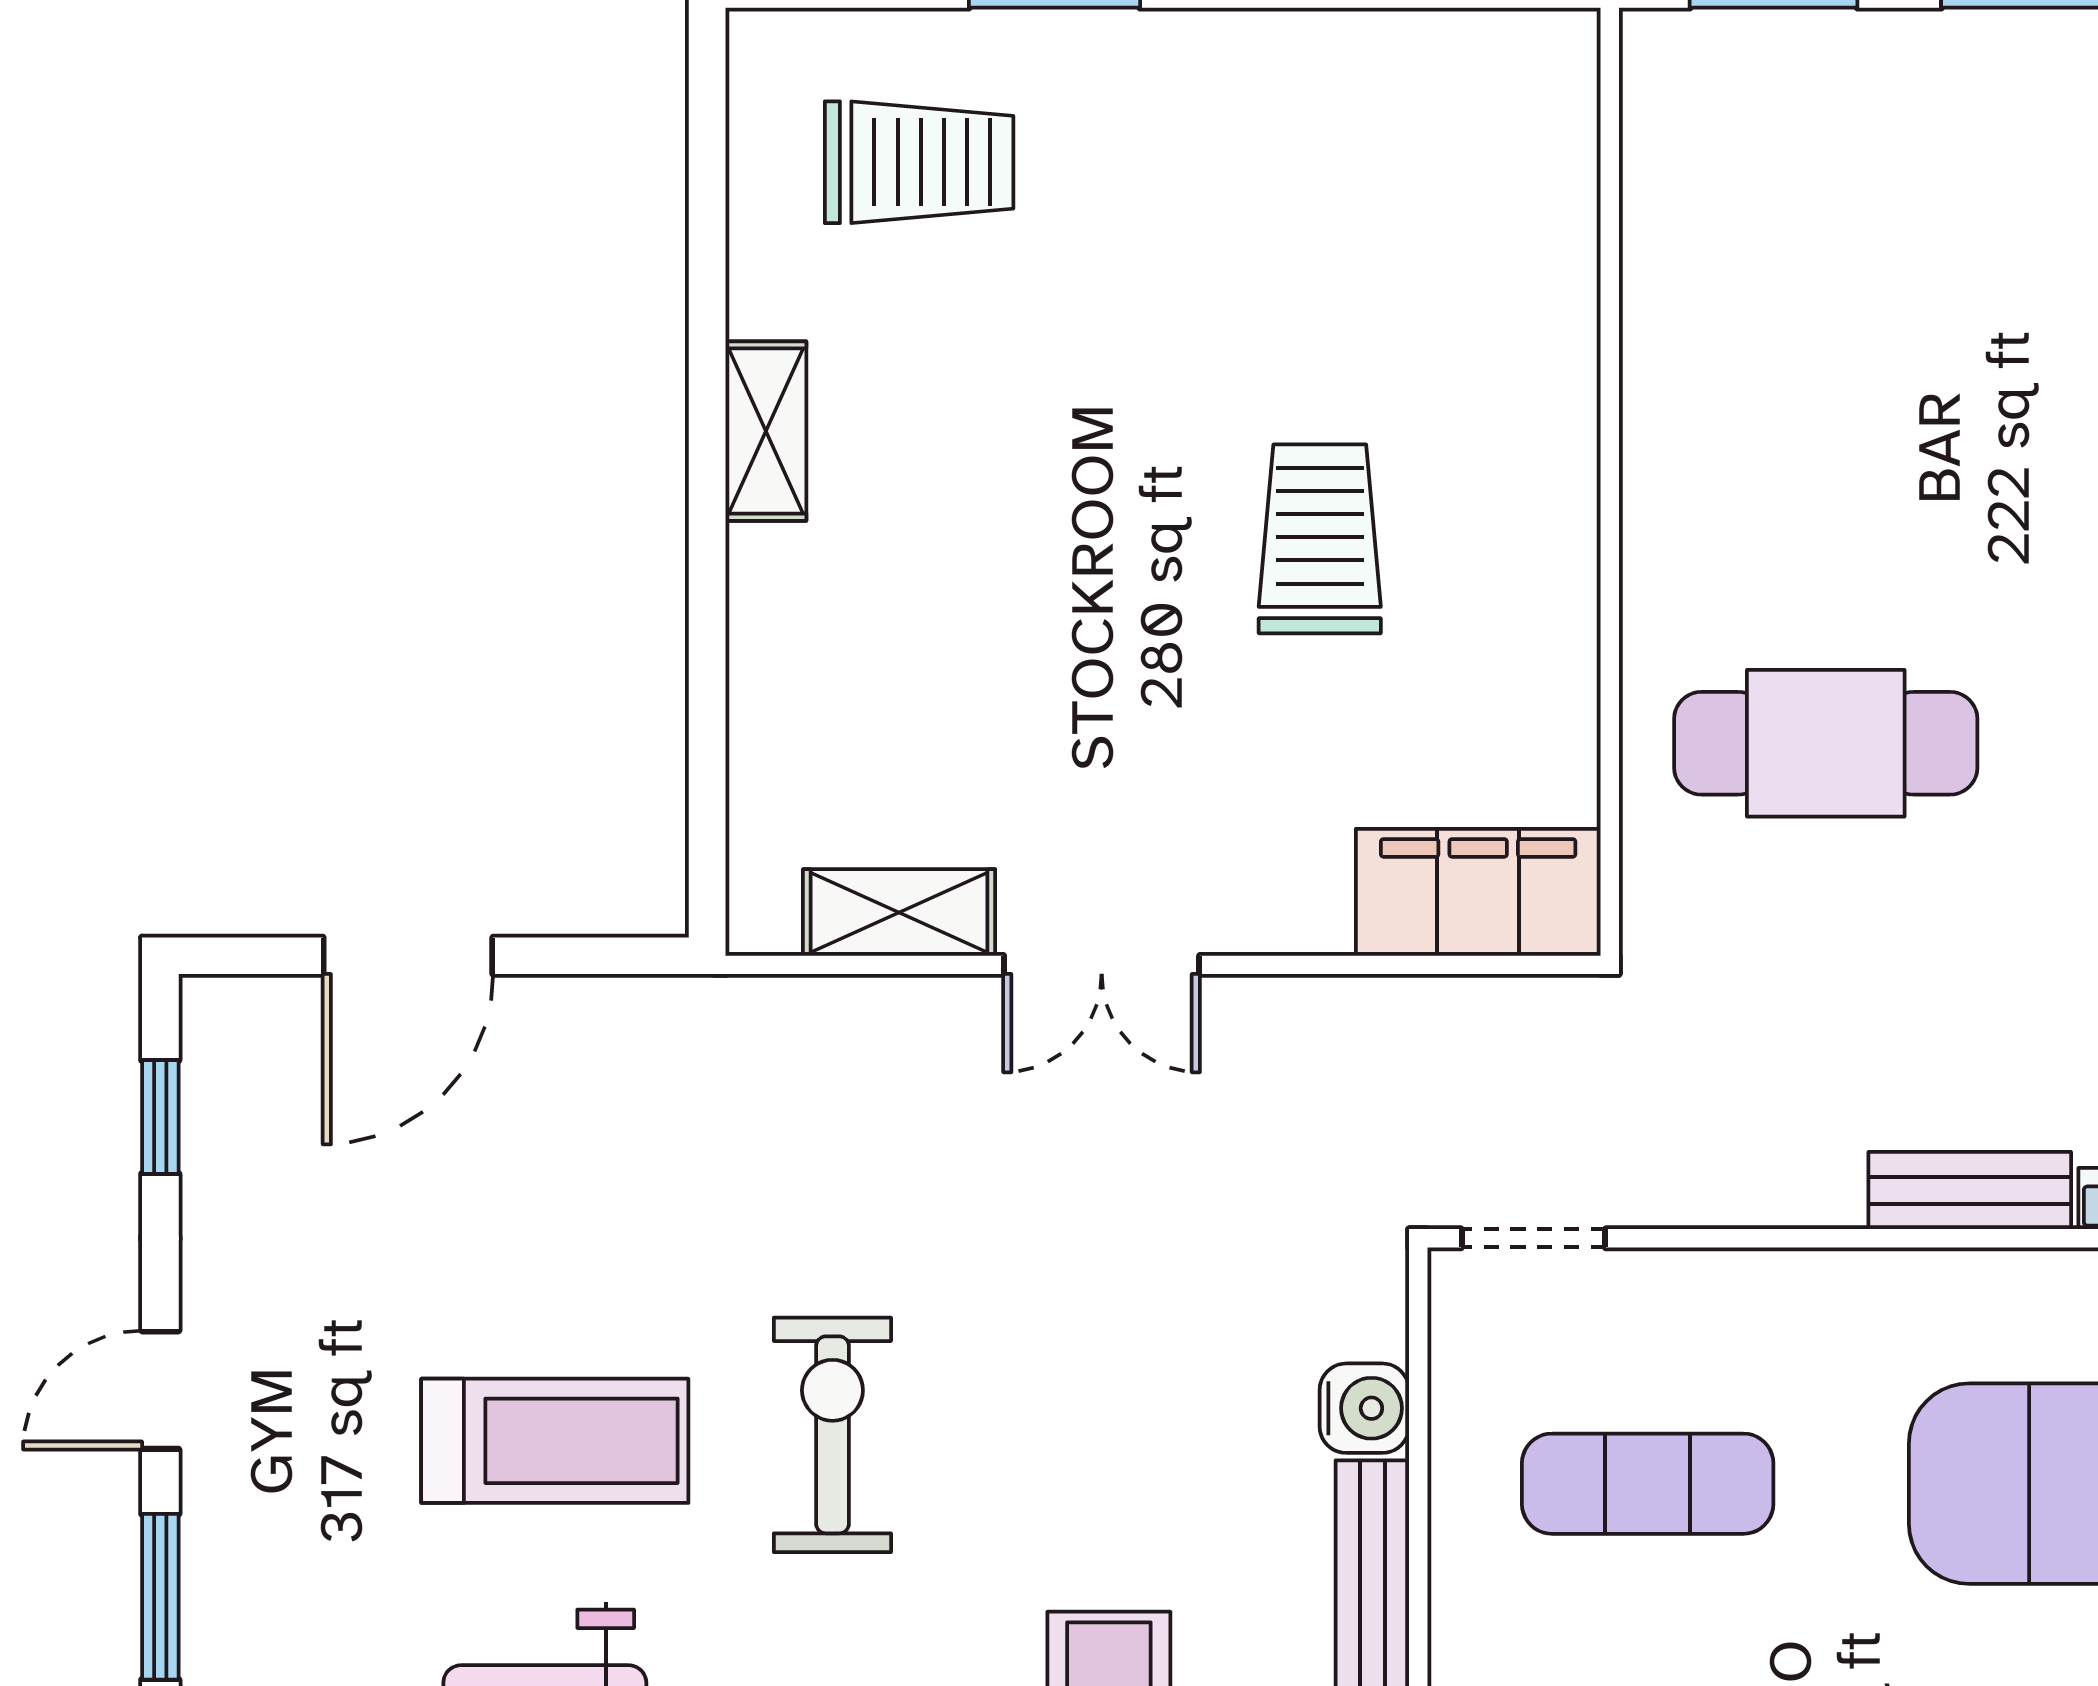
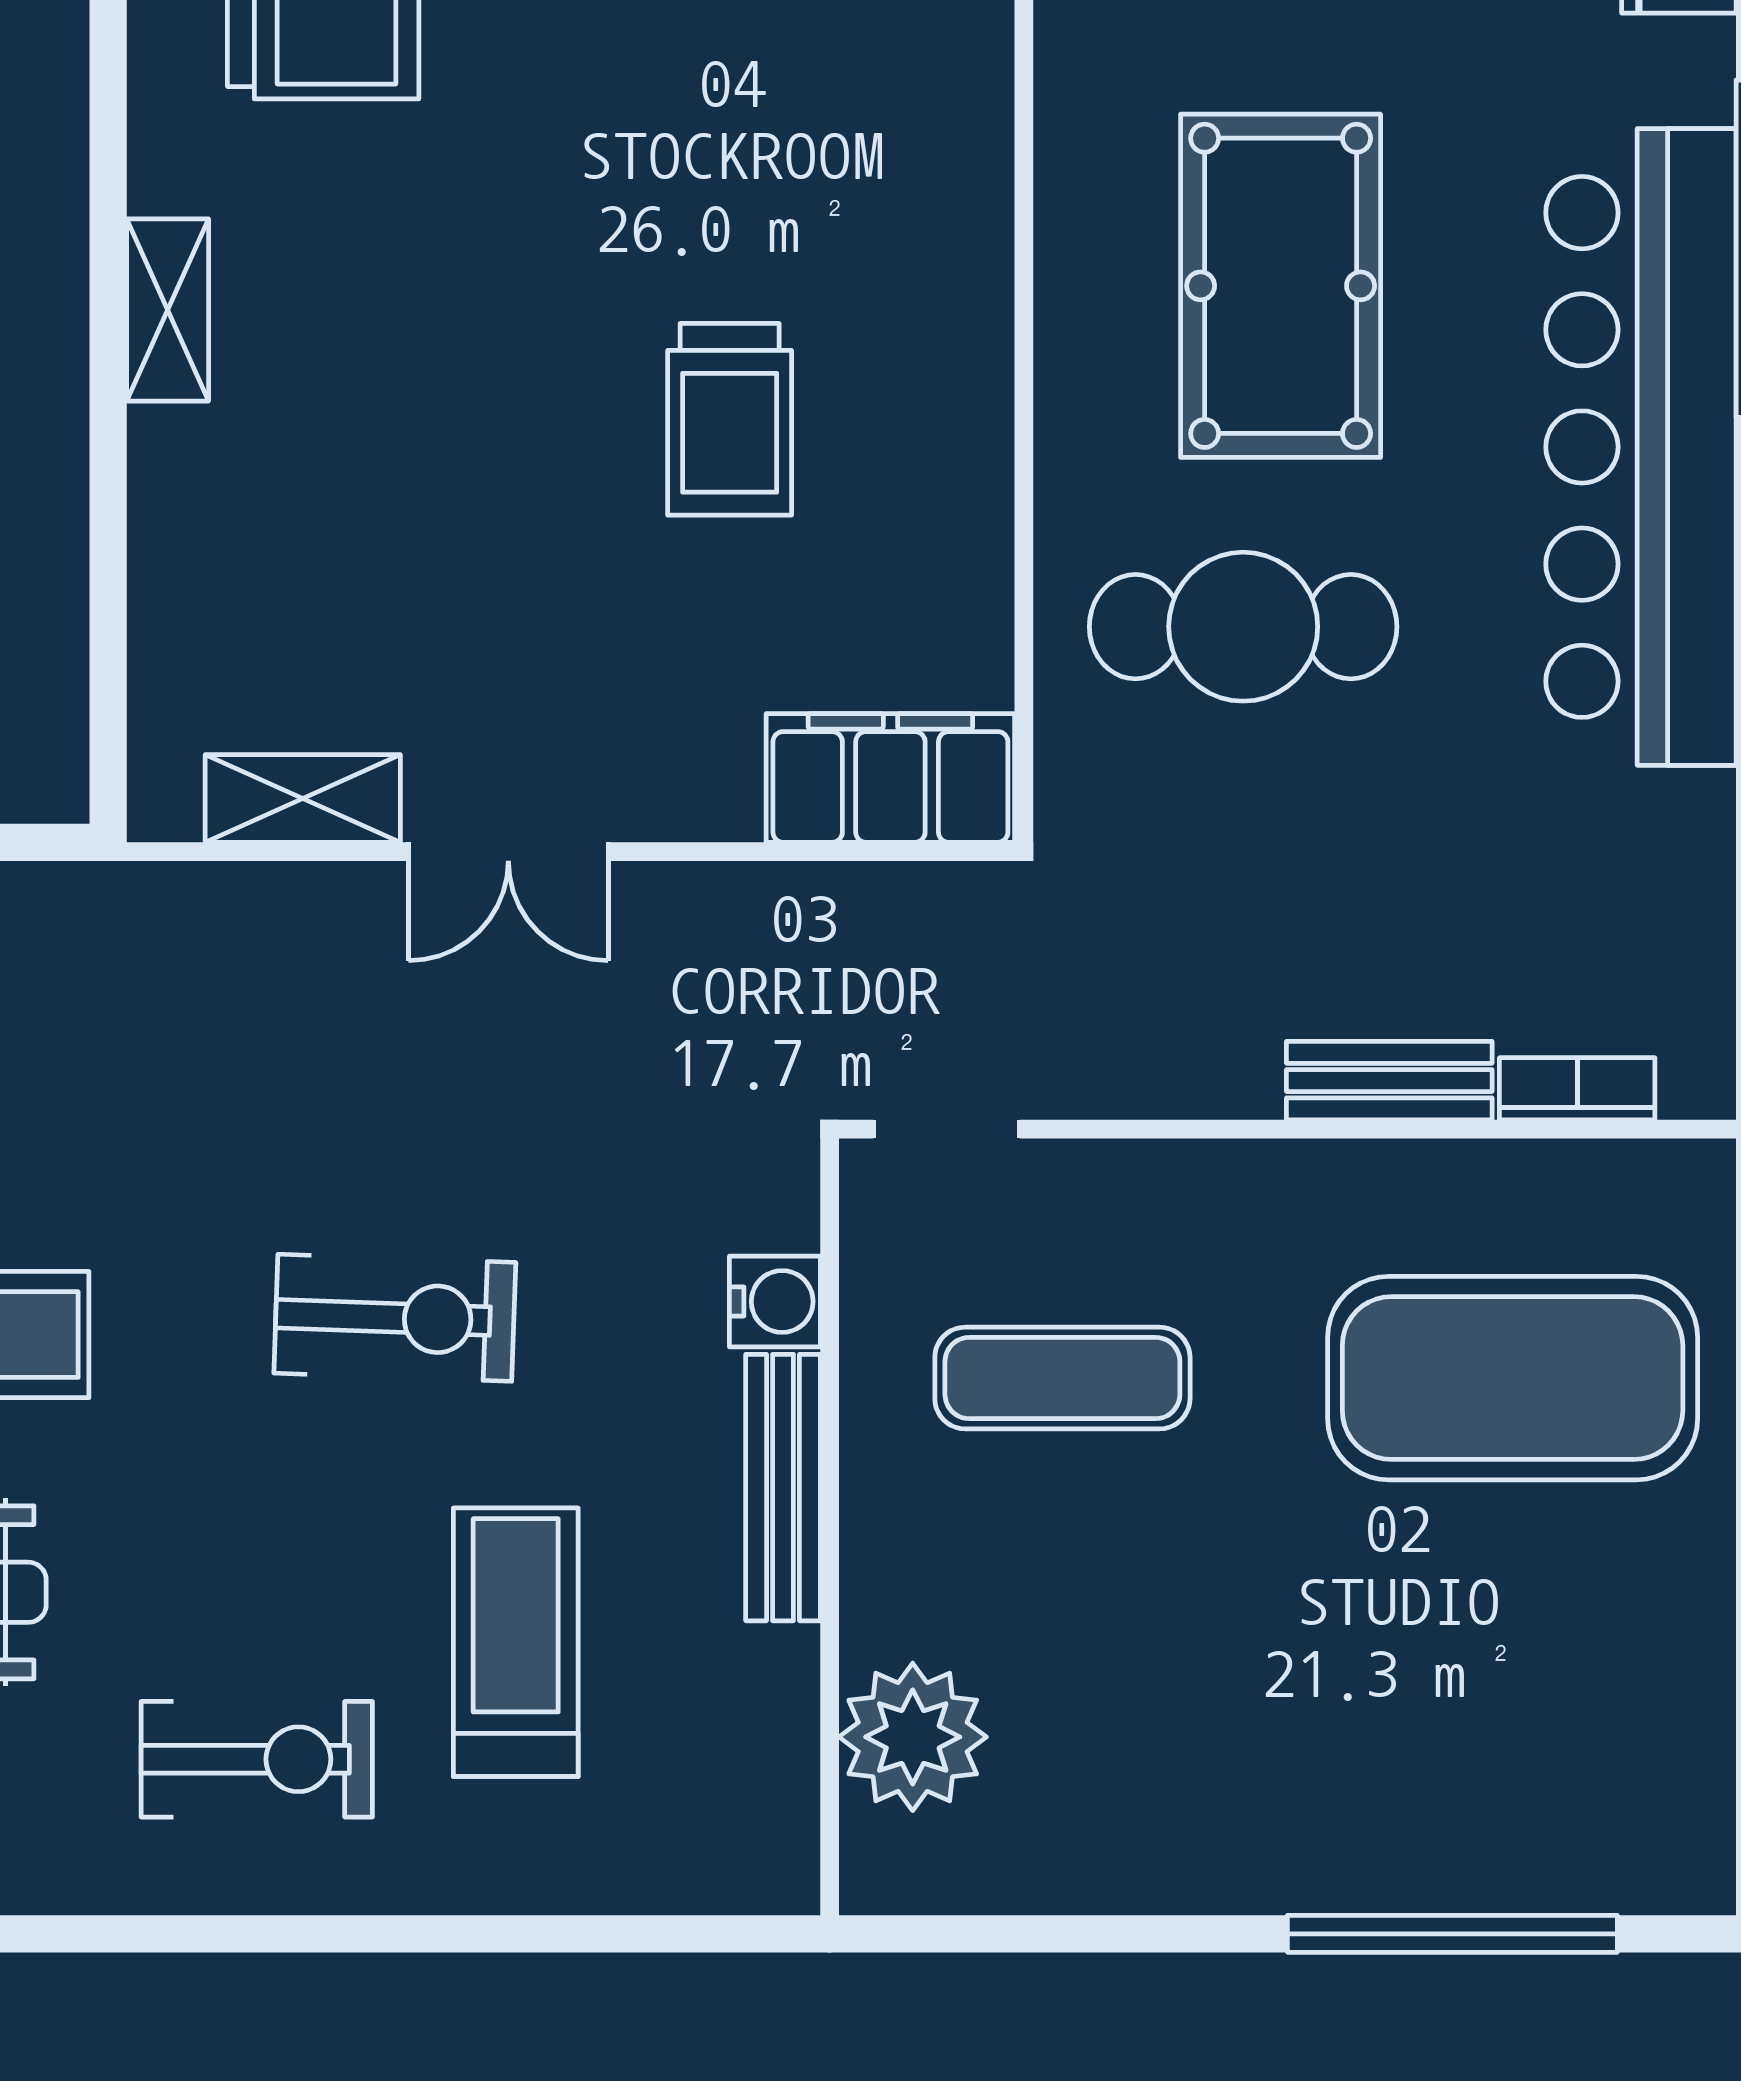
pool table: (1863, 407) -> (1281, 286), added
trolley: (1320, 539) -> (730, 419), turned 180
exercise bike: (832, 1435) -> (395, 1318), moved, turned 92

